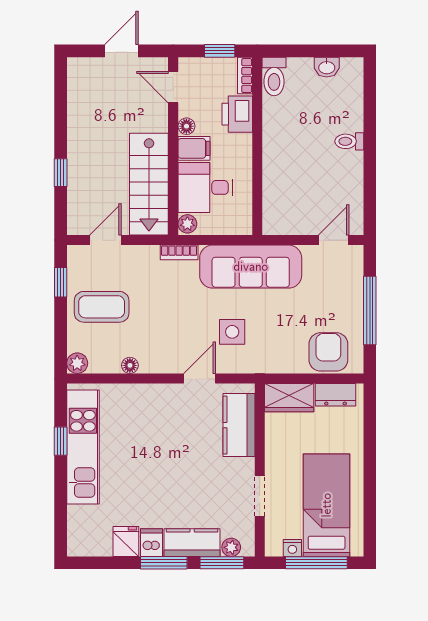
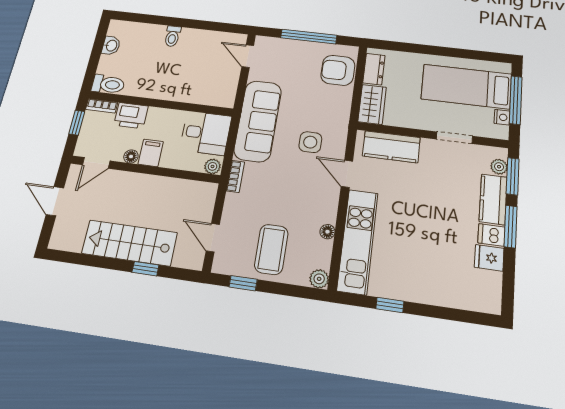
stairs: (149, 184) -> (129, 243), moved, turned 180
desk: (205, 187) -> (206, 133), moved, turned -90
kitchen unit: (83, 447) -> (358, 241), moved, turned 90

